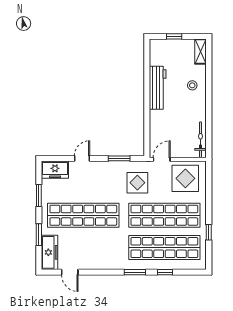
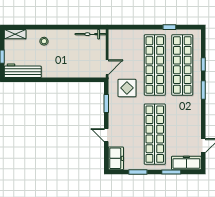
workbench: (158, 88) -> (23, 71), moved
door: (162, 159) -> (107, 67), swing flipped
display table: (185, 178) -> (123, 47), removed

